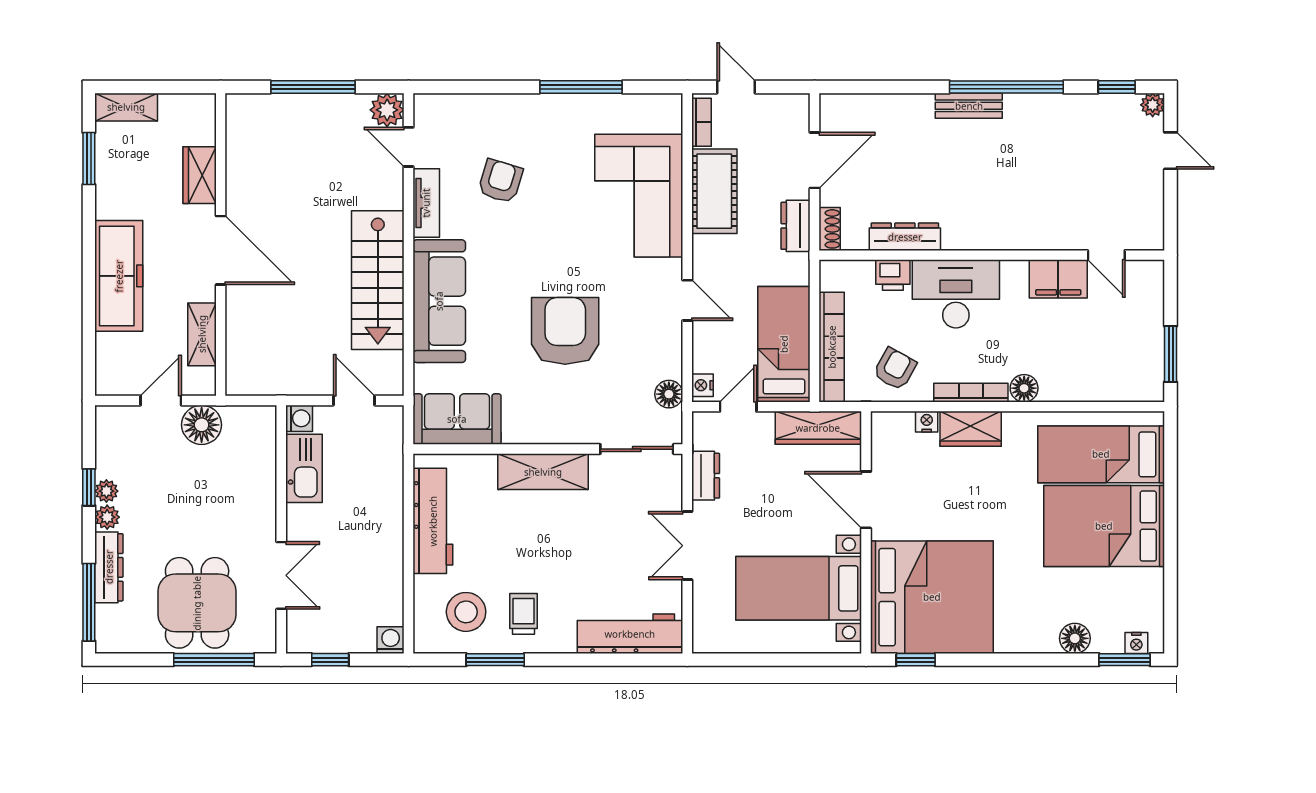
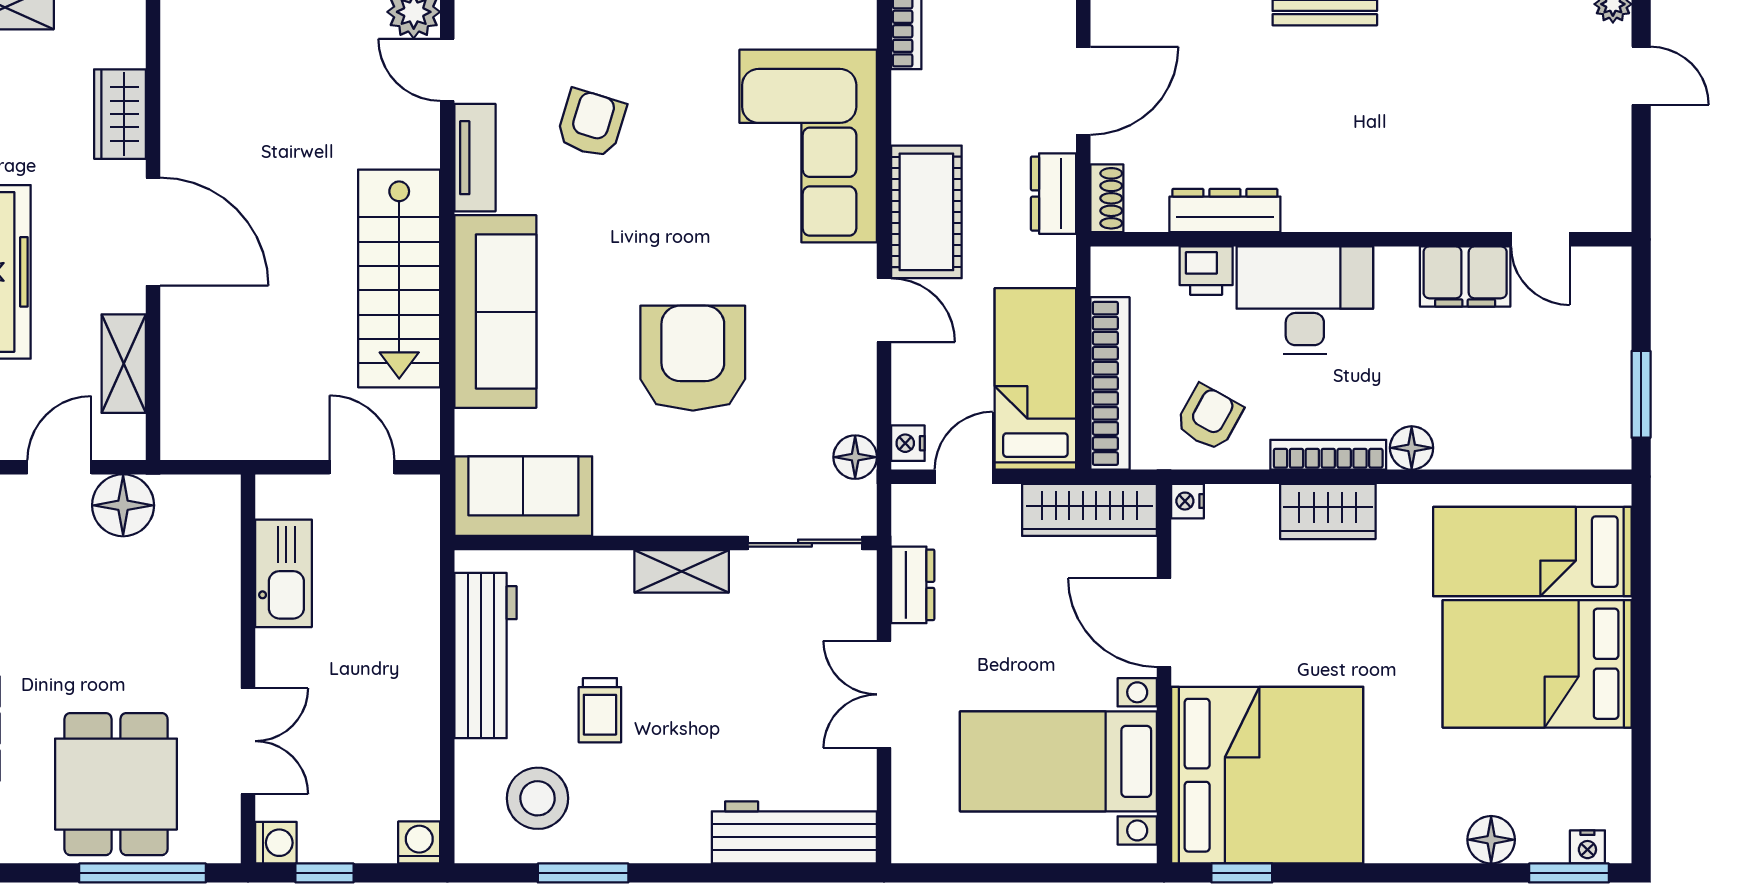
cot: (714, 191) -> (926, 212), moved
washing machine: (299, 418) -> (276, 843), moved
nightstand: (927, 422) -> (1188, 501), moved, turned -90
shelving: (543, 472) -> (682, 571), width x0.67, depth x0.75
trolley: (523, 614) -> (600, 710), moved, turned 180

